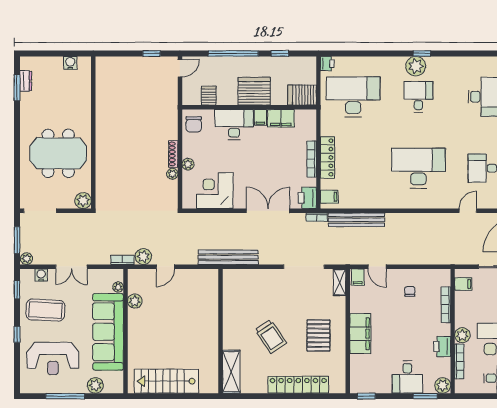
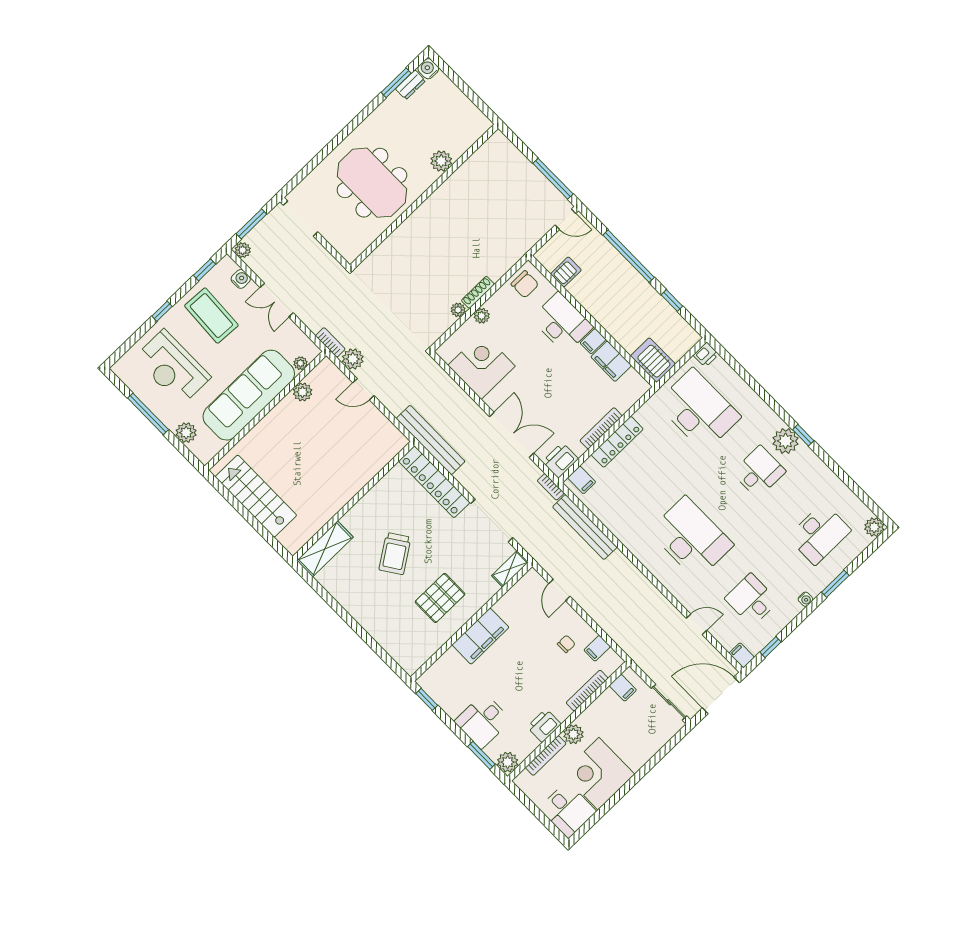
window: (152, 53) -> (553, 179), width x2.17
water cooler: (70, 63) -> (428, 69), moved, turned -90
server rack: (254, 91) -> (612, 311), removed
chair: (194, 124) -> (525, 284), turned -90
plant: (83, 201) -> (441, 161), moved
filing cabinet: (358, 277) -> (597, 648), moved
locker: (298, 385) -> (434, 482), moved, turned 180

